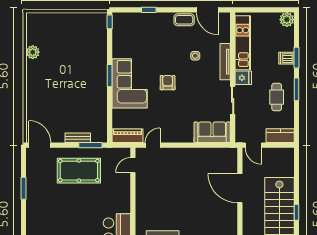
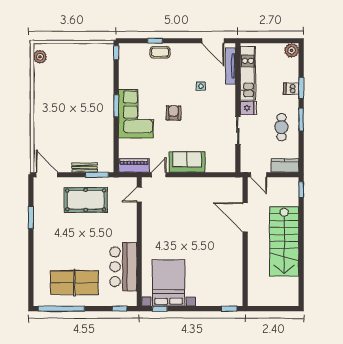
coffee table: (184, 20) -> (160, 52), moved
plant: (33, 52) -> (40, 57), moved
tv unit: (225, 62) -> (230, 66), moved
sofa: (212, 132) -> (187, 162), moved
window: (297, 212) -> (301, 190), moved

